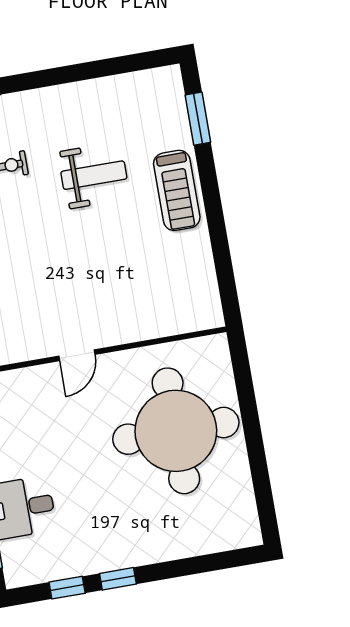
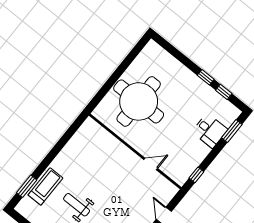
treadmill: (177, 190) -> (45, 186), moved
door: (77, 355) -> (151, 164), moved

